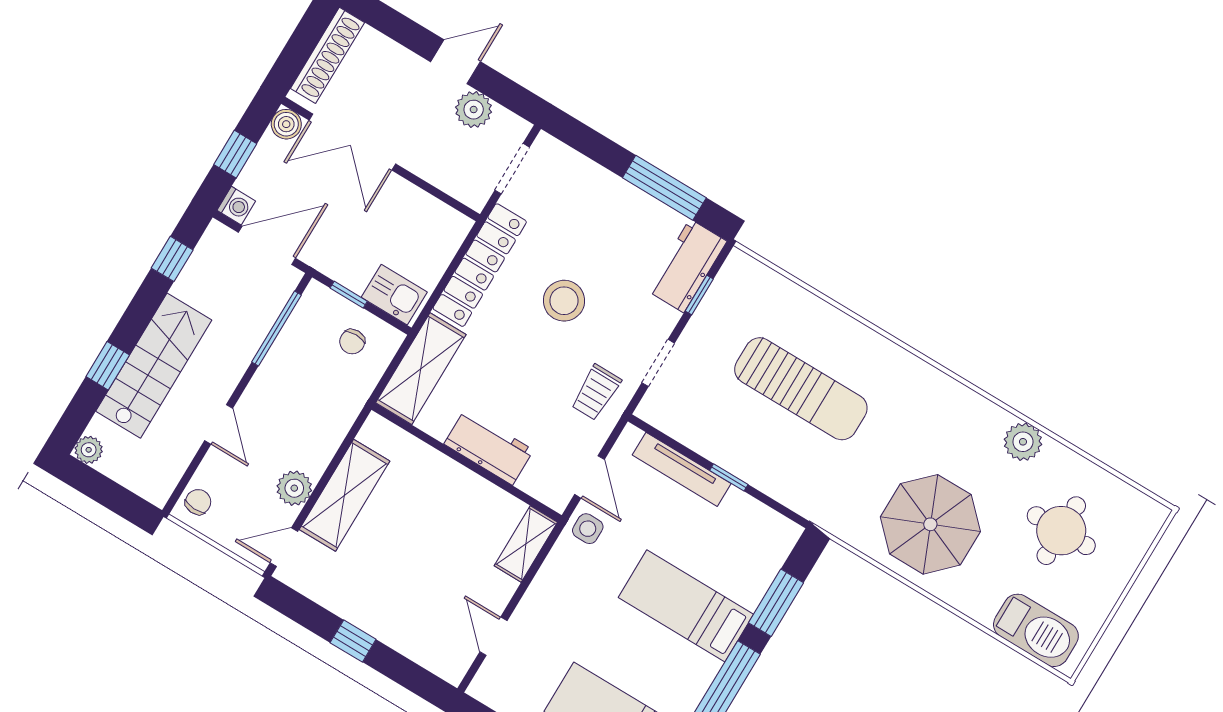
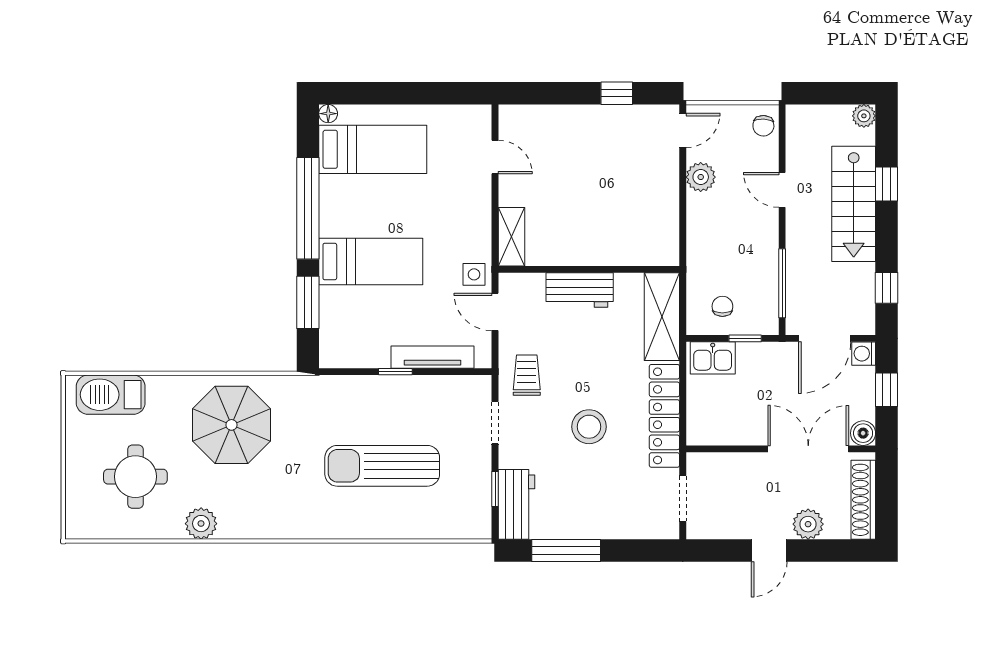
plant: (474, 110) -> (808, 524), moved
shelving: (345, 495) -> (662, 194), removed
window: (353, 641) -> (617, 93), moved

